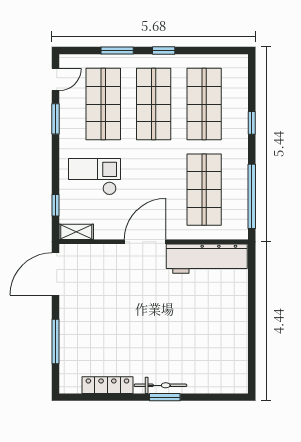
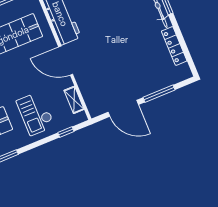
shelving: (76, 232) -> (74, 100), moved
door: (56, 274) -> (123, 108), moved

